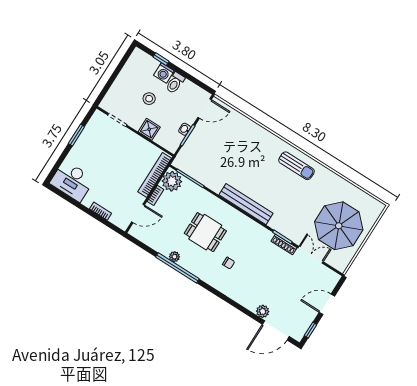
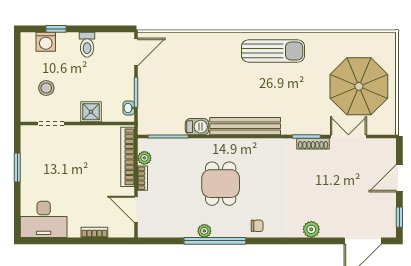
washing machine: (164, 73) -> (46, 42), moved
stool: (149, 99) -> (46, 88), moved
washbasin: (185, 129) -> (129, 108), moved
sun lounger: (296, 166) -> (273, 51), width x1.36, depth x1.34
plant: (172, 181) -> (144, 158), width x0.53, depth x0.53
barbecue: (214, 184) -> (197, 127), added
door: (138, 213) -> (136, 209), swing flipped
dining table: (205, 232) -> (221, 184), turned 90
chair: (229, 263) -> (257, 226), moved
plant: (263, 311) -> (311, 229), moved

